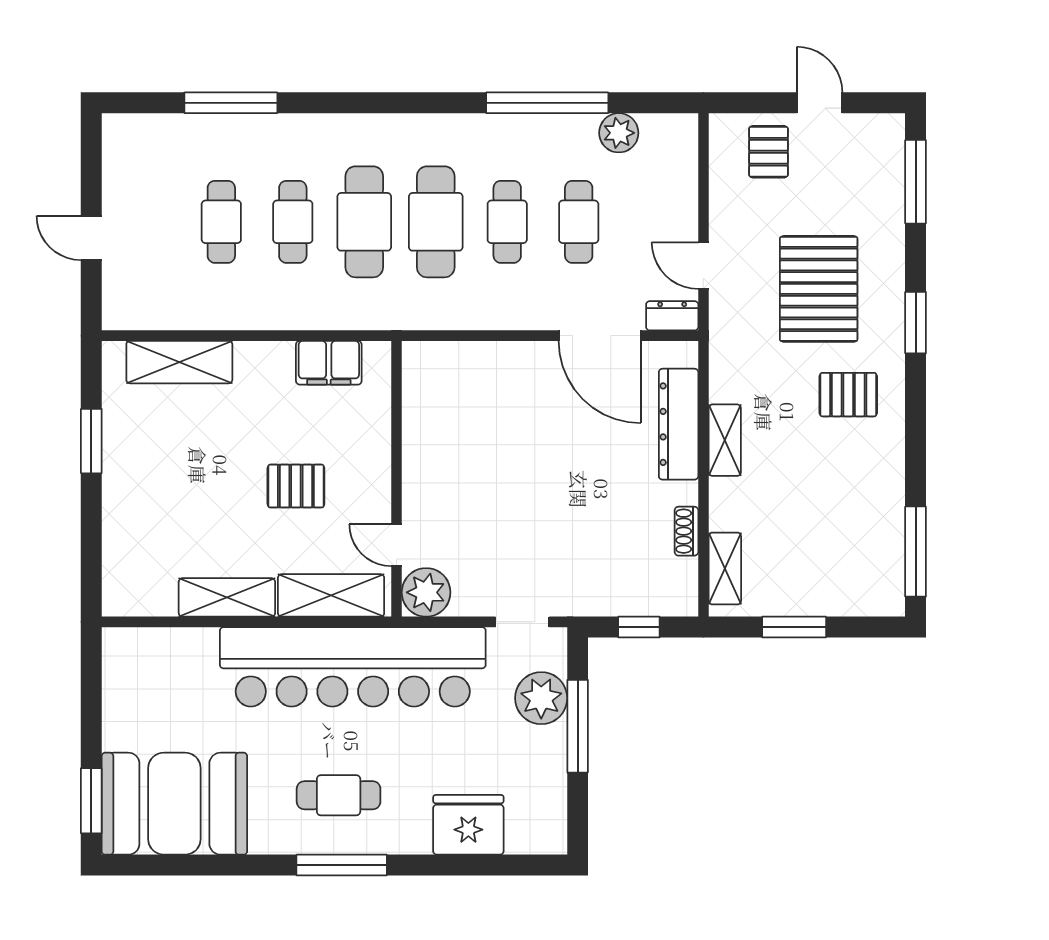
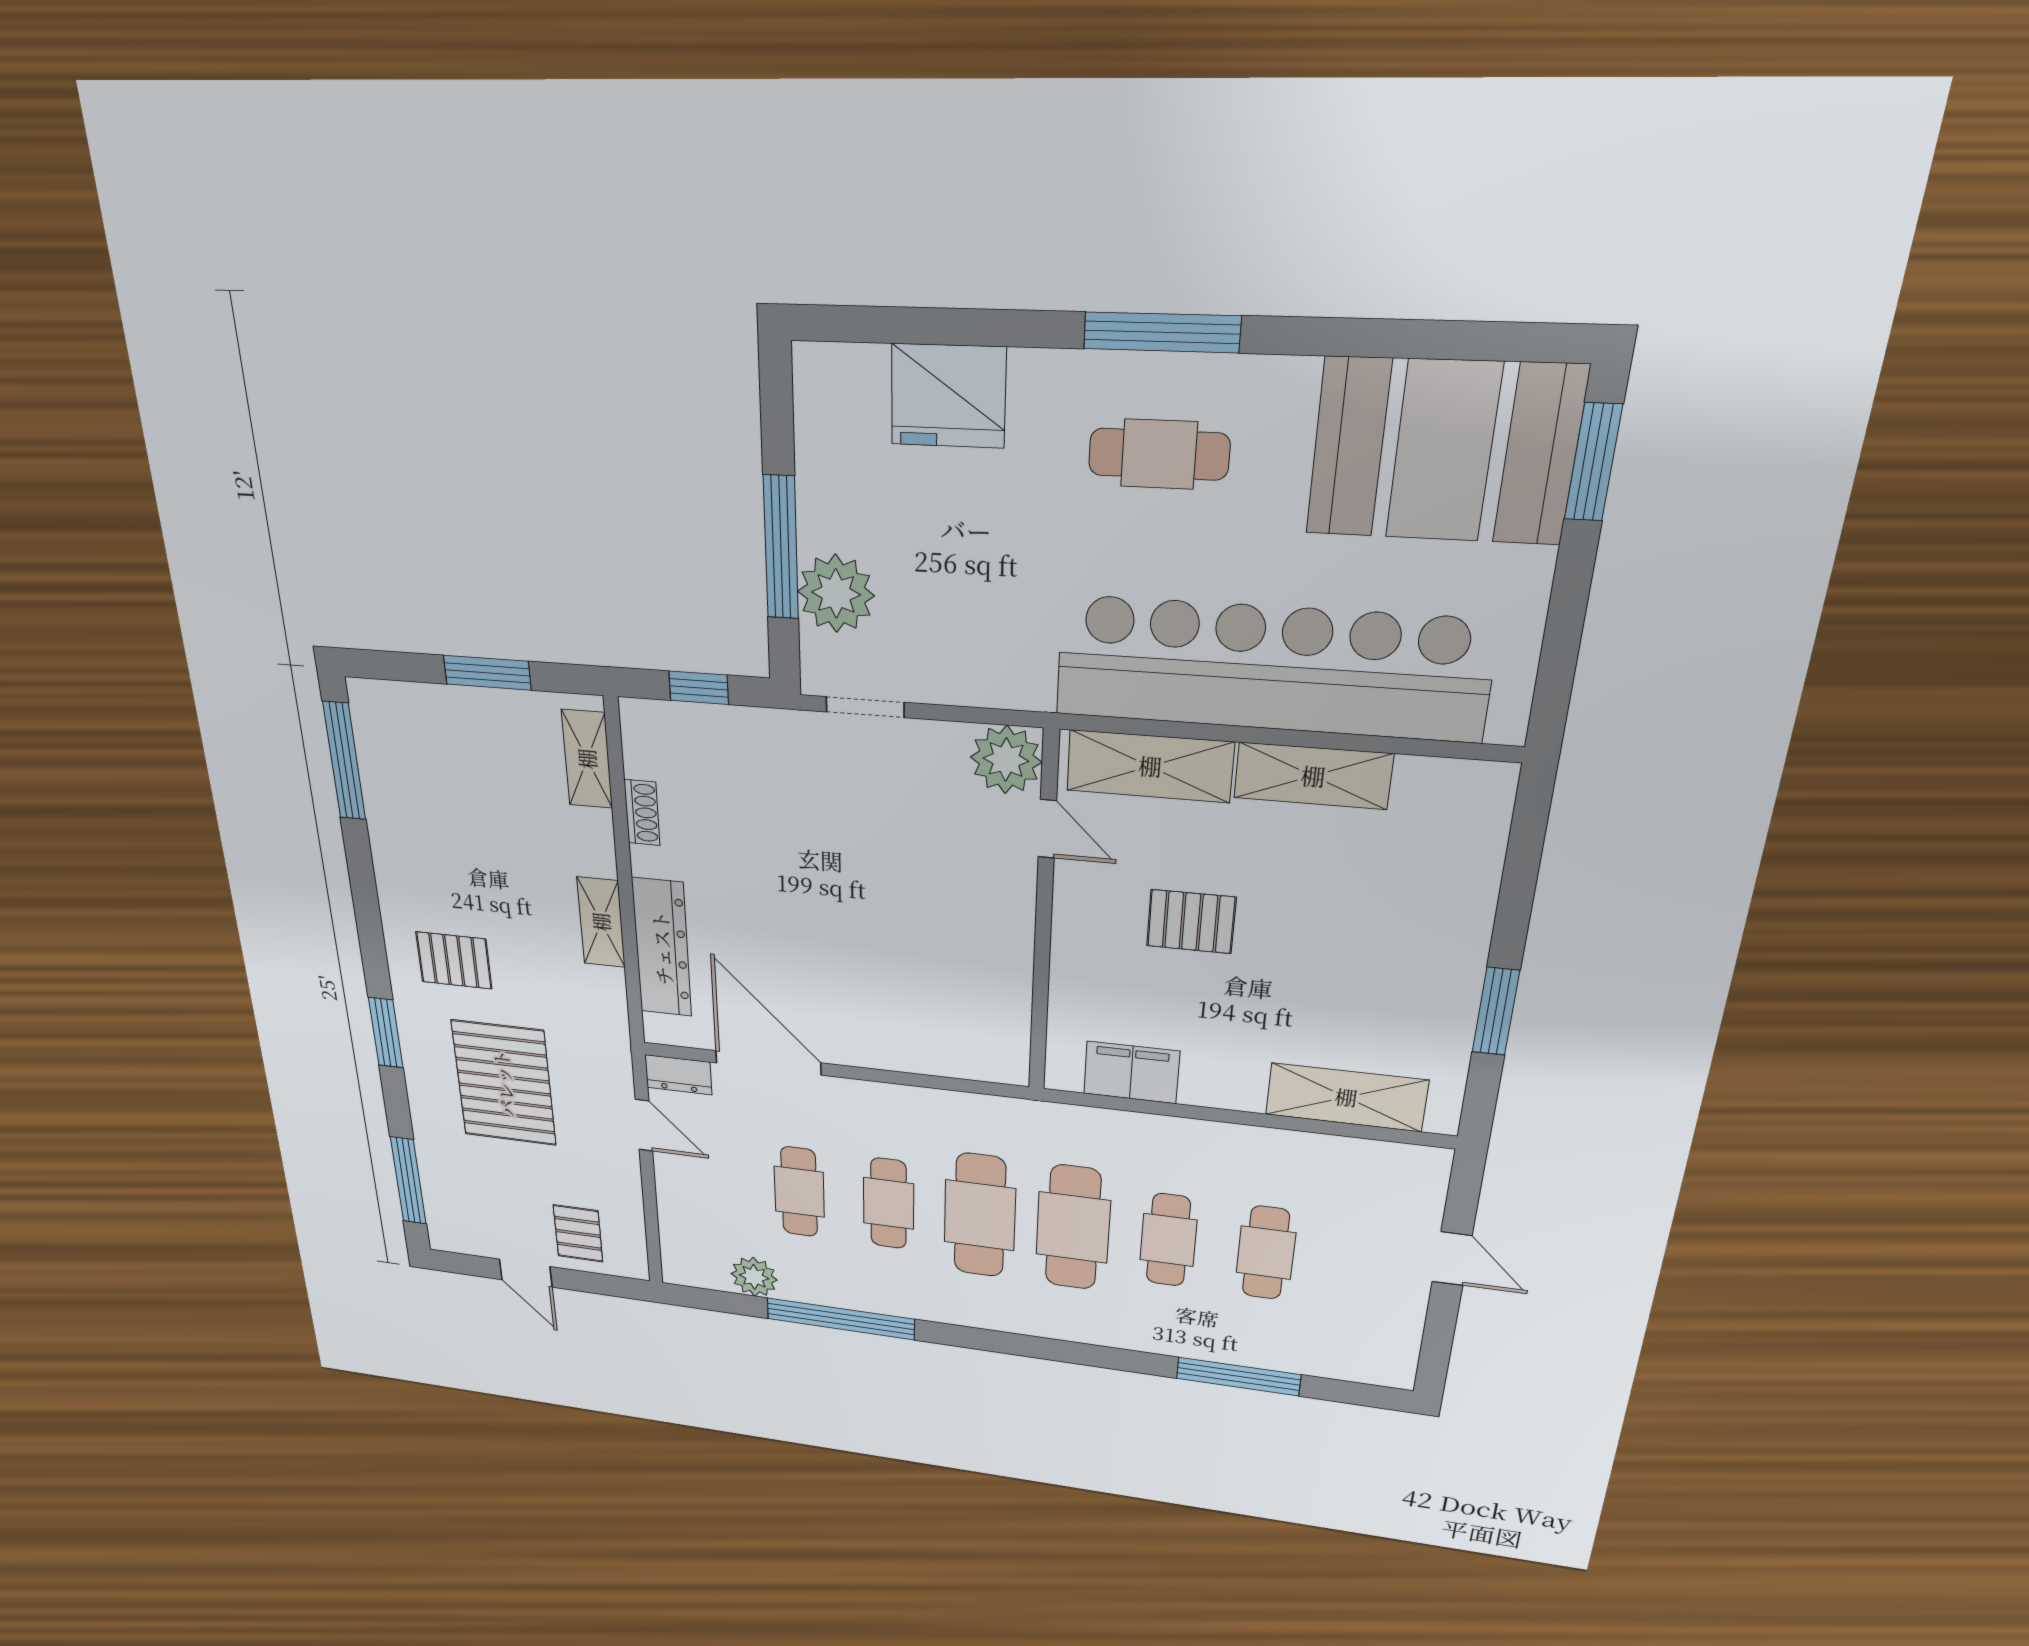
bar counter: (353, 667) -> (1270, 668), moved

